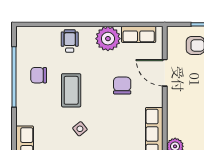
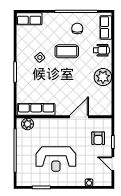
row of seats: (139, 34) -> (106, 27), moved
chair: (122, 86) -> (70, 87), removed

